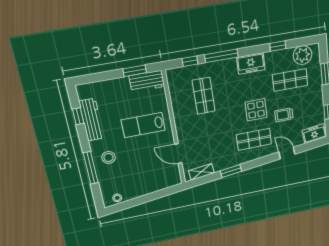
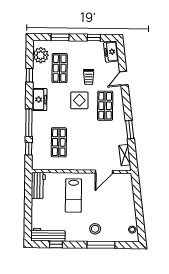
window: (135, 71) -> (28, 193), removed
shop shelf: (204, 96) -> (59, 142), turned 90
workbench: (92, 120) -> (48, 235), moved

